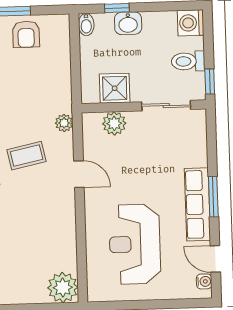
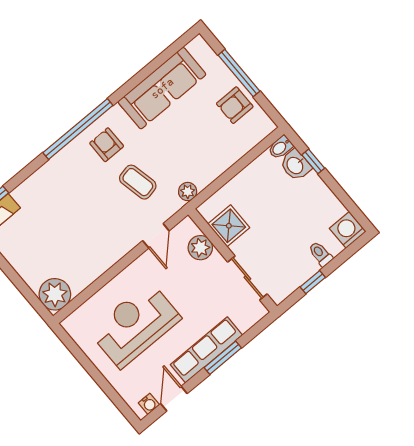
washbasin: (128, 23) -> (295, 165), moved
toilet: (188, 61) -> (320, 254), width x0.73, depth x0.72
shower: (115, 88) -> (229, 226), moved
wall: (144, 106) -> (233, 260), moved
sliding door: (166, 106) -> (247, 278), moved
plant: (114, 123) -> (200, 248), moved

